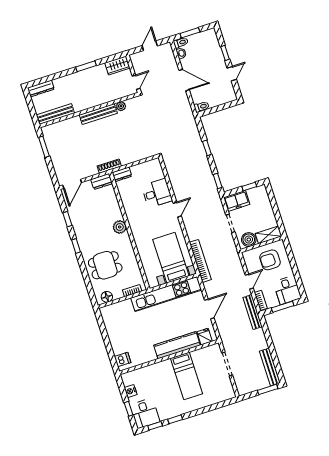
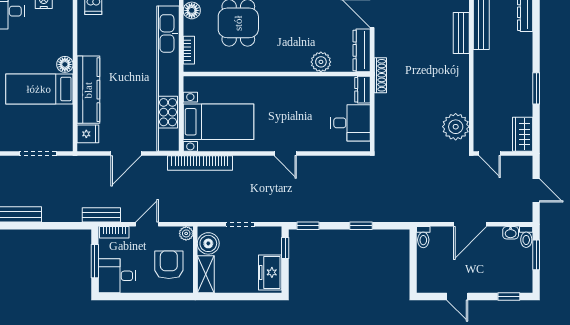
window: (225, 53) -> (509, 296), moved
plant: (121, 106) -> (456, 127), width x1.87, depth x1.87
bench: (98, 114) -> (461, 33), moved, width x0.73
dresser: (102, 182) -> (362, 50), width x1.44
window: (249, 186) -> (285, 248), moved
desk: (157, 193) -> (350, 123), moved, turned -90
freezer: (237, 201) -> (270, 272), moved
plant: (120, 227) -> (321, 62), moved
plant: (247, 255) -> (186, 233), added
door: (249, 282) -> (147, 224), swing flipped
kitchen unit: (166, 294) -> (168, 79), width x1.36
door: (209, 309) -> (126, 154), hinge flipped
bench: (253, 312) -> (101, 215), width x0.73
floor lamp: (166, 365) -> (65, 64), added

